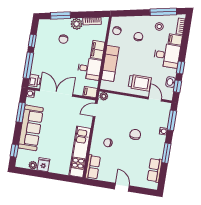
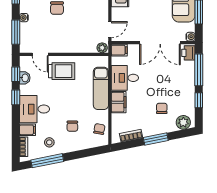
window: (60, 16) -> (156, 139), moved
plant: (77, 24) -> (183, 122), moved
trolley: (140, 83) -> (62, 71), turned 180

